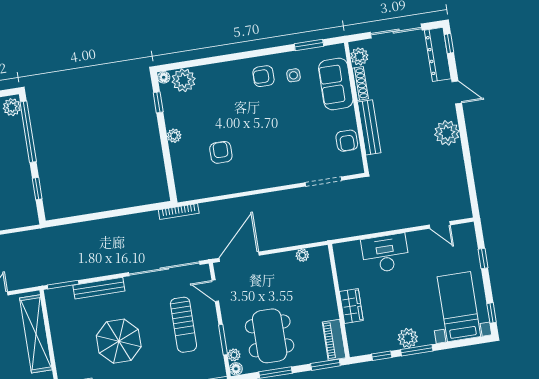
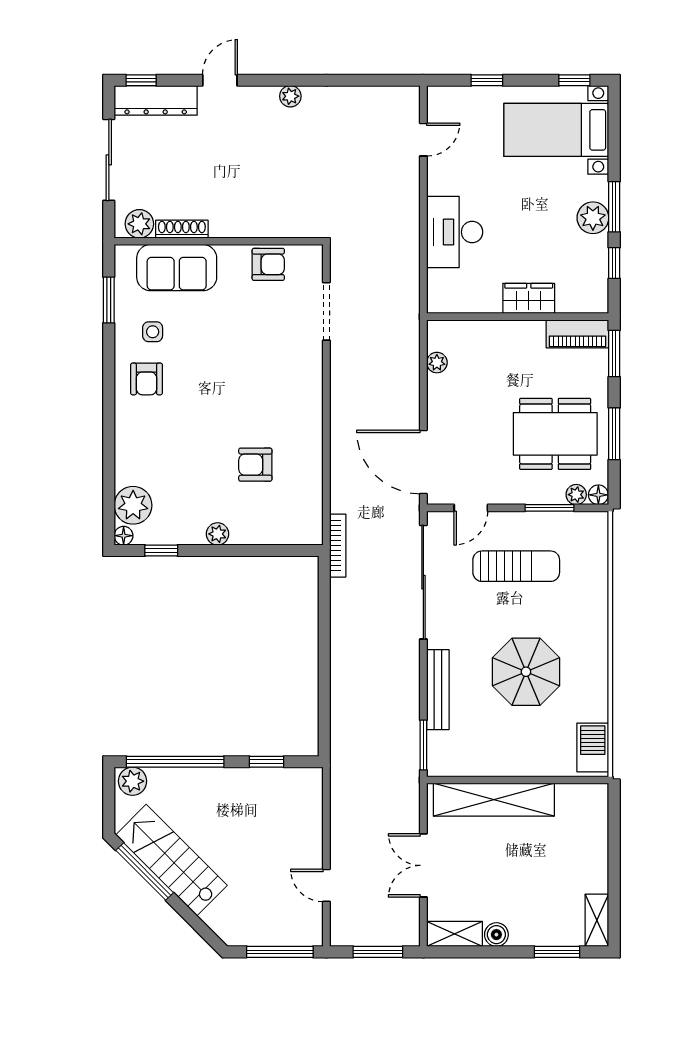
bench: (369, 127) -> (253, 226), removed
plant: (447, 133) -> (290, 96), width x0.53, depth x0.53

